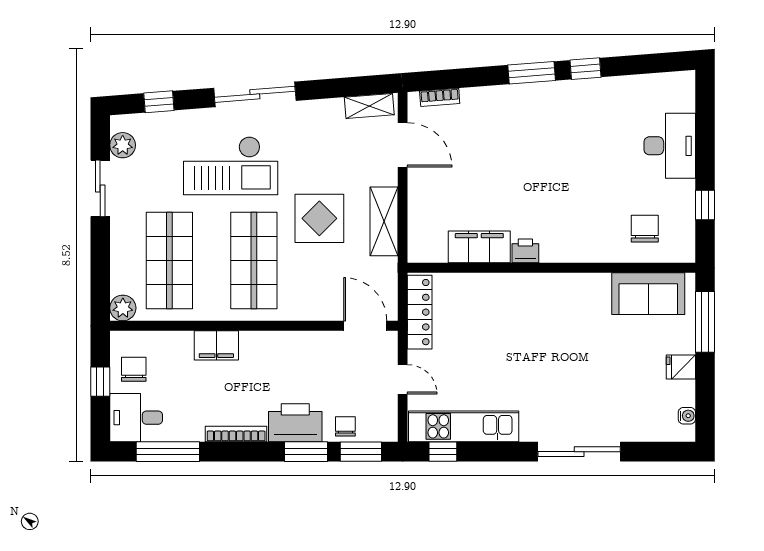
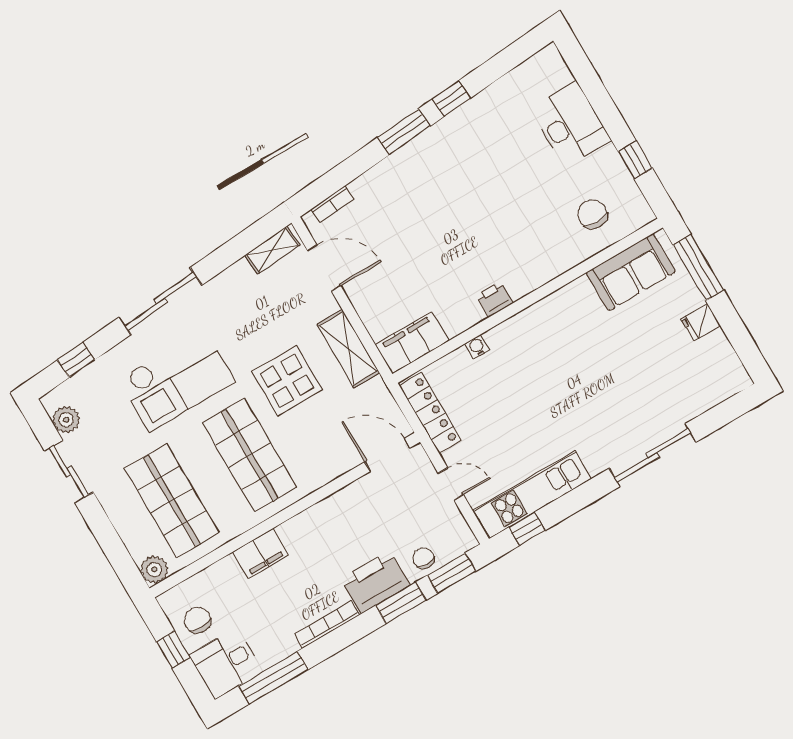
filing cabinet: (479, 247) -> (412, 343), moved
water cooler: (687, 416) -> (477, 347), moved, turned -90

